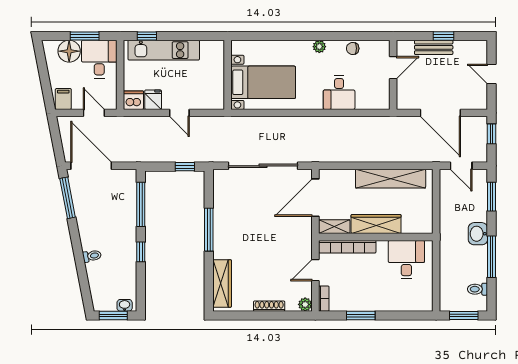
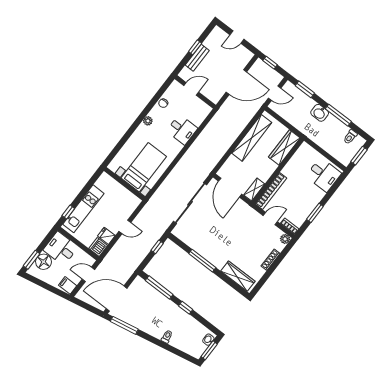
window: (85, 36) -> (32, 260), moved
door: (393, 68) -> (191, 89), hinge flipped
wardrobe: (376, 224) -> (284, 148), moved
desk: (406, 260) -> (324, 175), moved, turned 180
door: (315, 270) -> (270, 219), swing flipped

